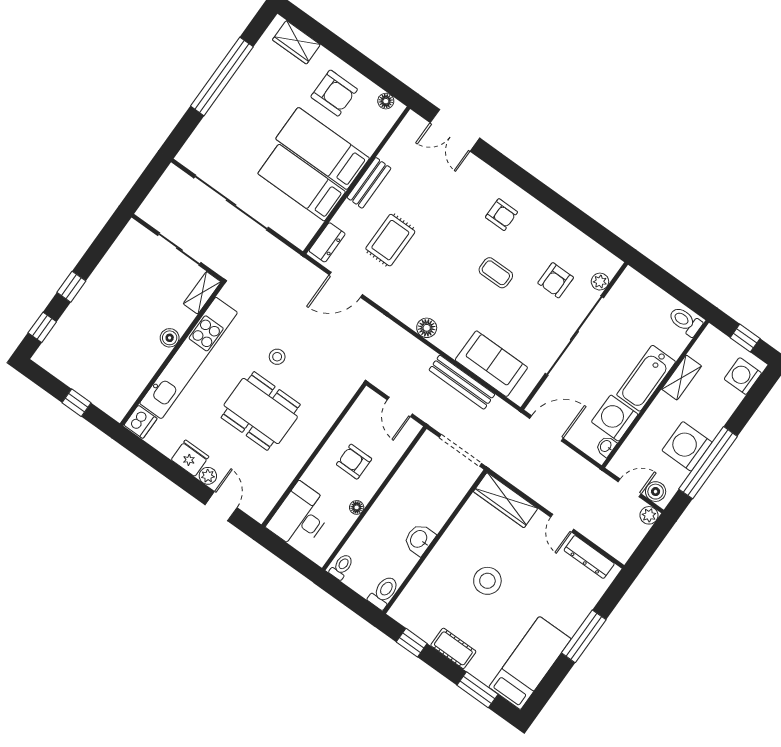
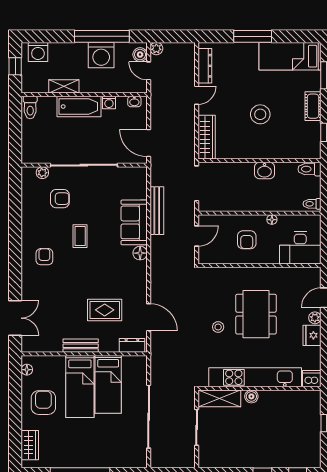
shelving: (202, 293) -> (219, 398), width x1.50, depth x1.33
sofa: (491, 364) -> (134, 222), moved
washing machine: (615, 418) -> (109, 103), width x0.53, depth x0.53

